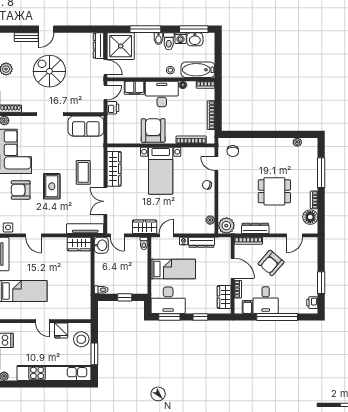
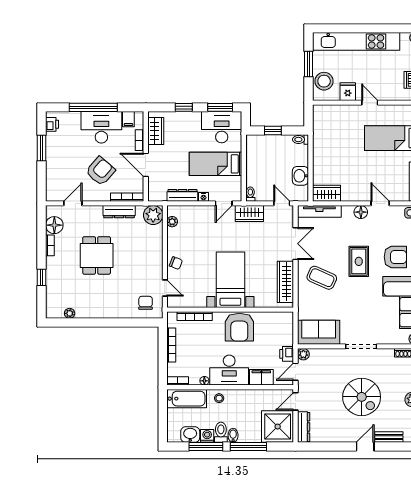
window: (194, 29) -> (206, 446), moved
door: (105, 67) -> (296, 401), hinge flipped
plant: (99, 107) -> (303, 354), added
coffee table: (83, 172) -> (322, 278), turned -66
window: (321, 173) -> (42, 277), width x0.46
dining table: (274, 191) -> (97, 255), turned 90
floor lamp: (50, 228) -> (361, 212), added
washbasin: (101, 245) -> (300, 176), moved
desk: (266, 300) -> (101, 127), width x1.37

